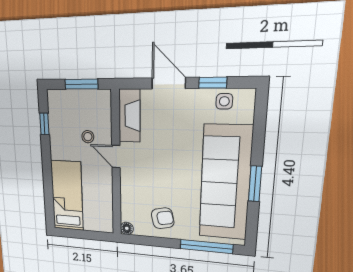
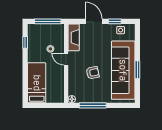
window: (81, 84) -> (48, 21), width x1.44
armchair: (163, 218) -> (93, 73), moved
window: (206, 247) -> (93, 105), moved

